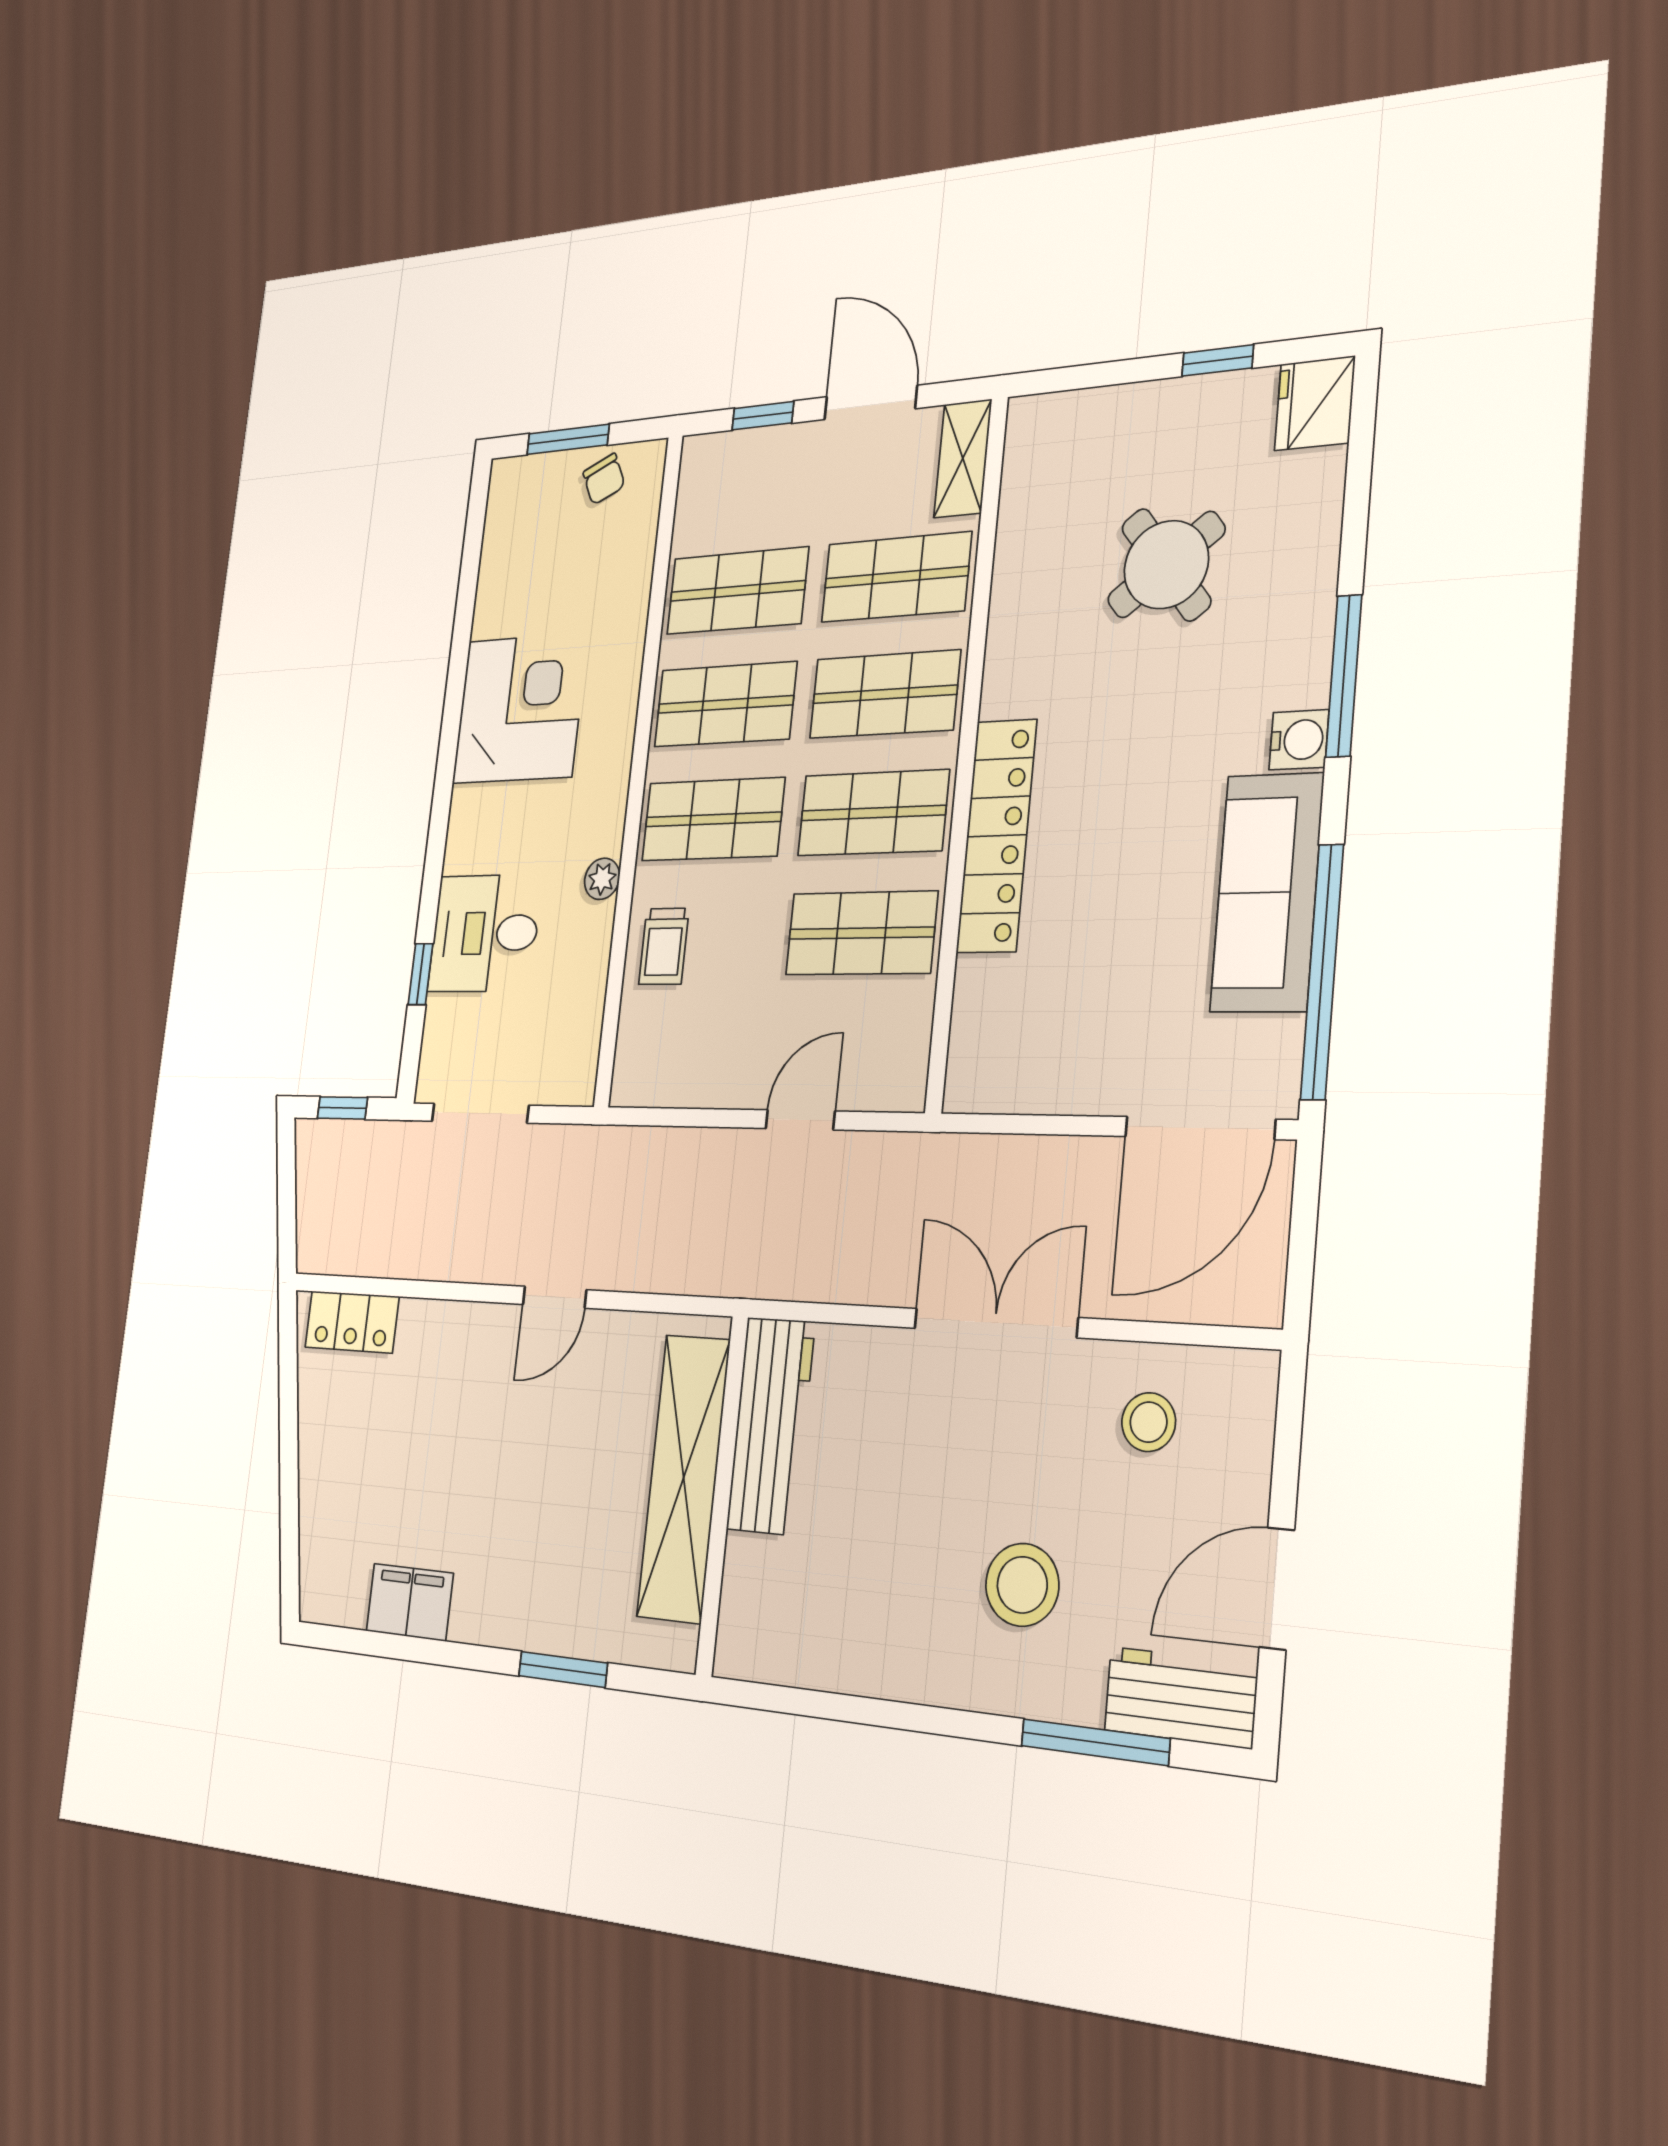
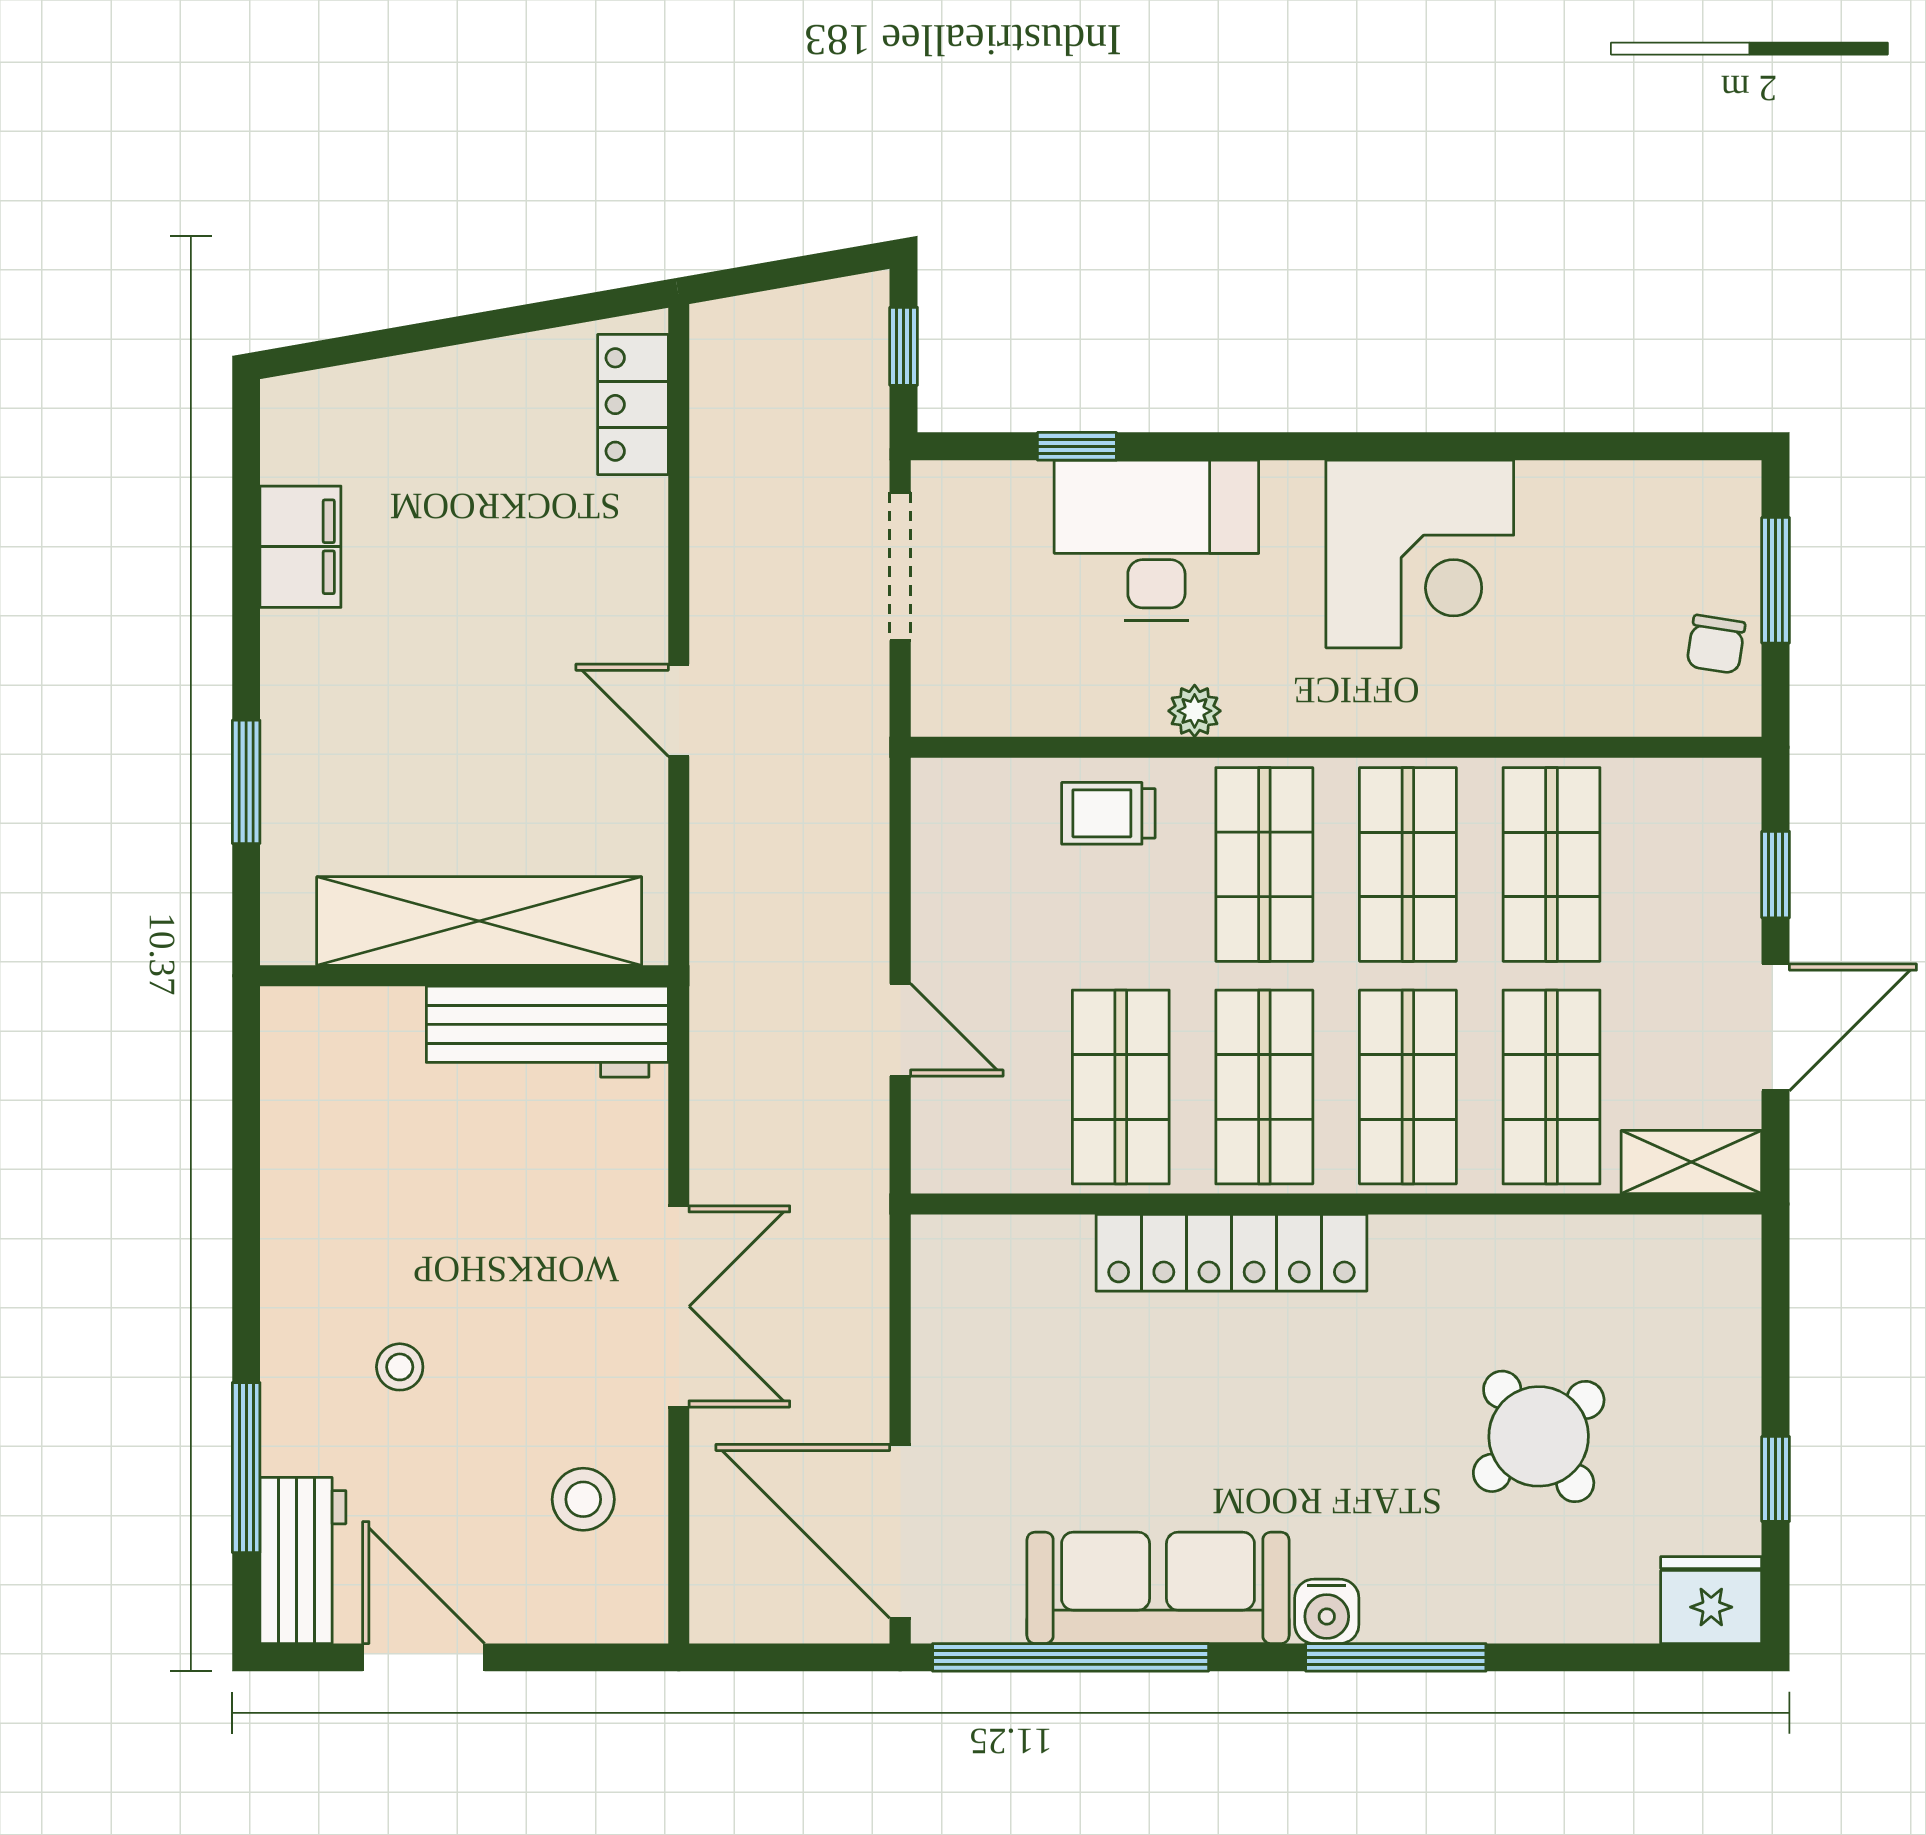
chair: (604, 479) -> (1716, 644), turned -56
desk: (485, 933) -> (1156, 540), width x1.37
stool: (1022, 1585) -> (400, 1367), width x0.53, depth x0.53

